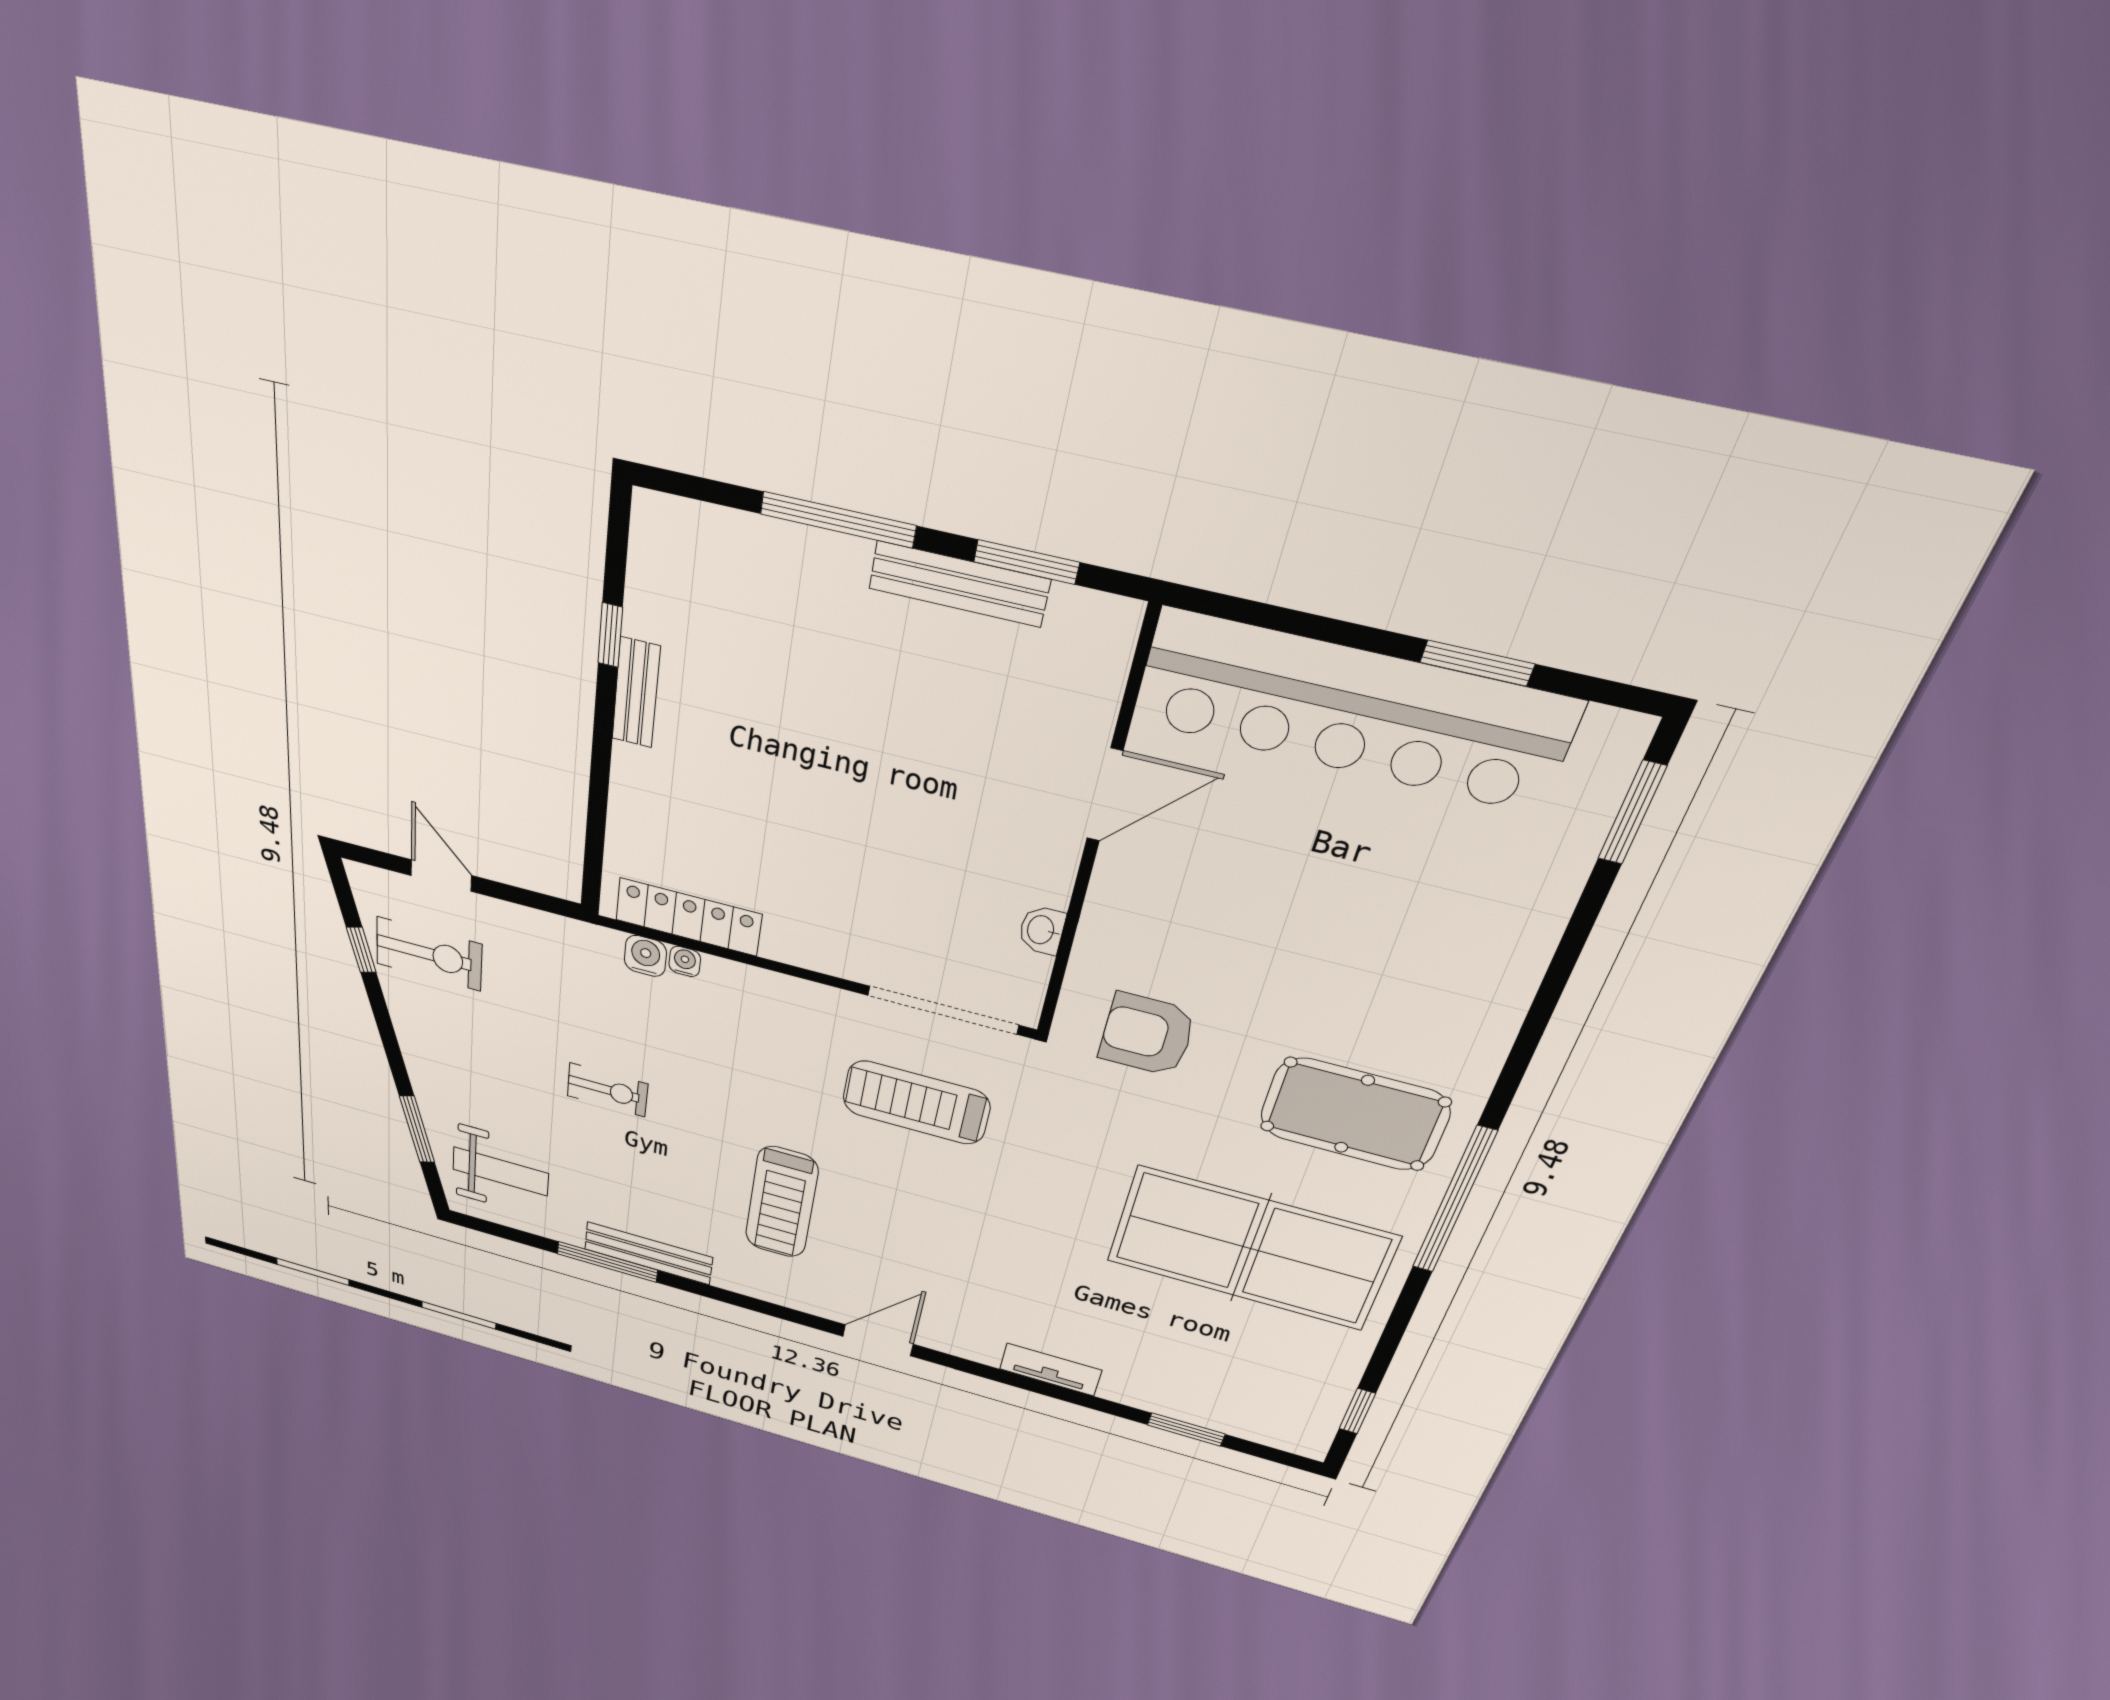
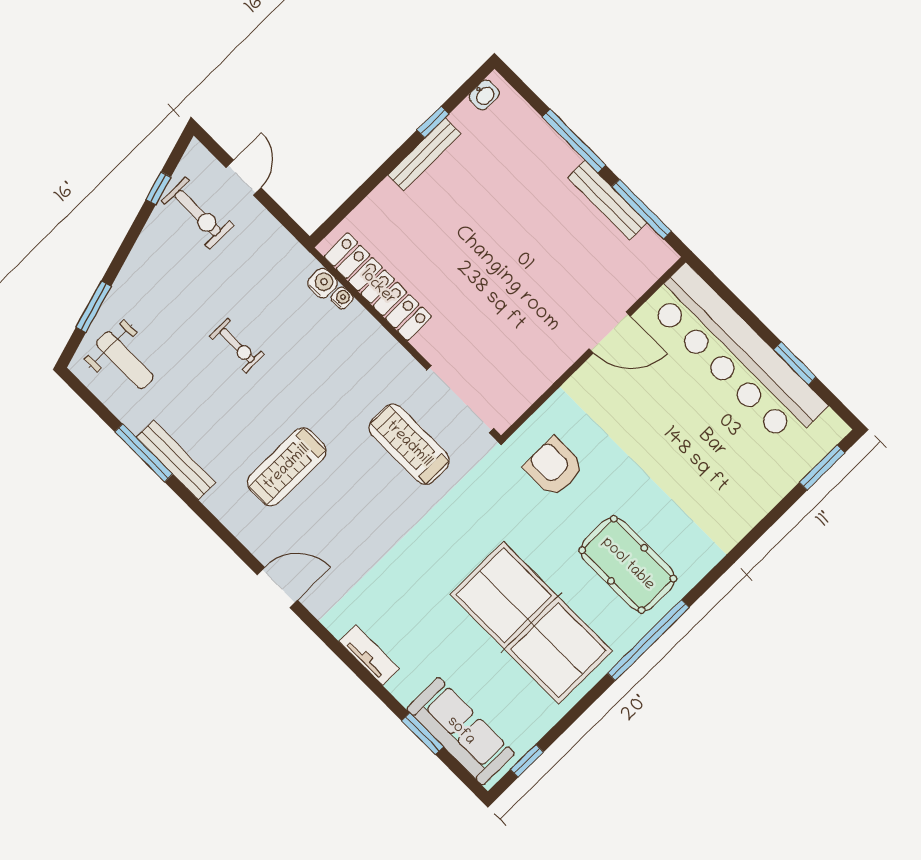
window: (1026, 562) -> (642, 209), width x1.44
bench: (636, 693) -> (424, 154), width x1.36
locker: (688, 917) -> (378, 287), width x1.41, depth x1.21
washbasin: (1042, 930) -> (484, 95), moved, turned 180
sofa: (1237, 1410) -> (461, 731), added

